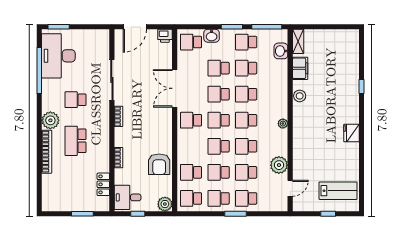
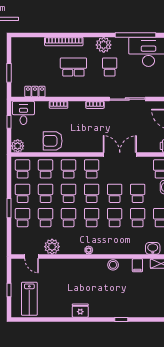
filing cabinet: (300, 68) -> (137, 265), width x0.50
plant: (50, 120) -> (104, 45), moved
school desk: (191, 146) -> (69, 169), added

